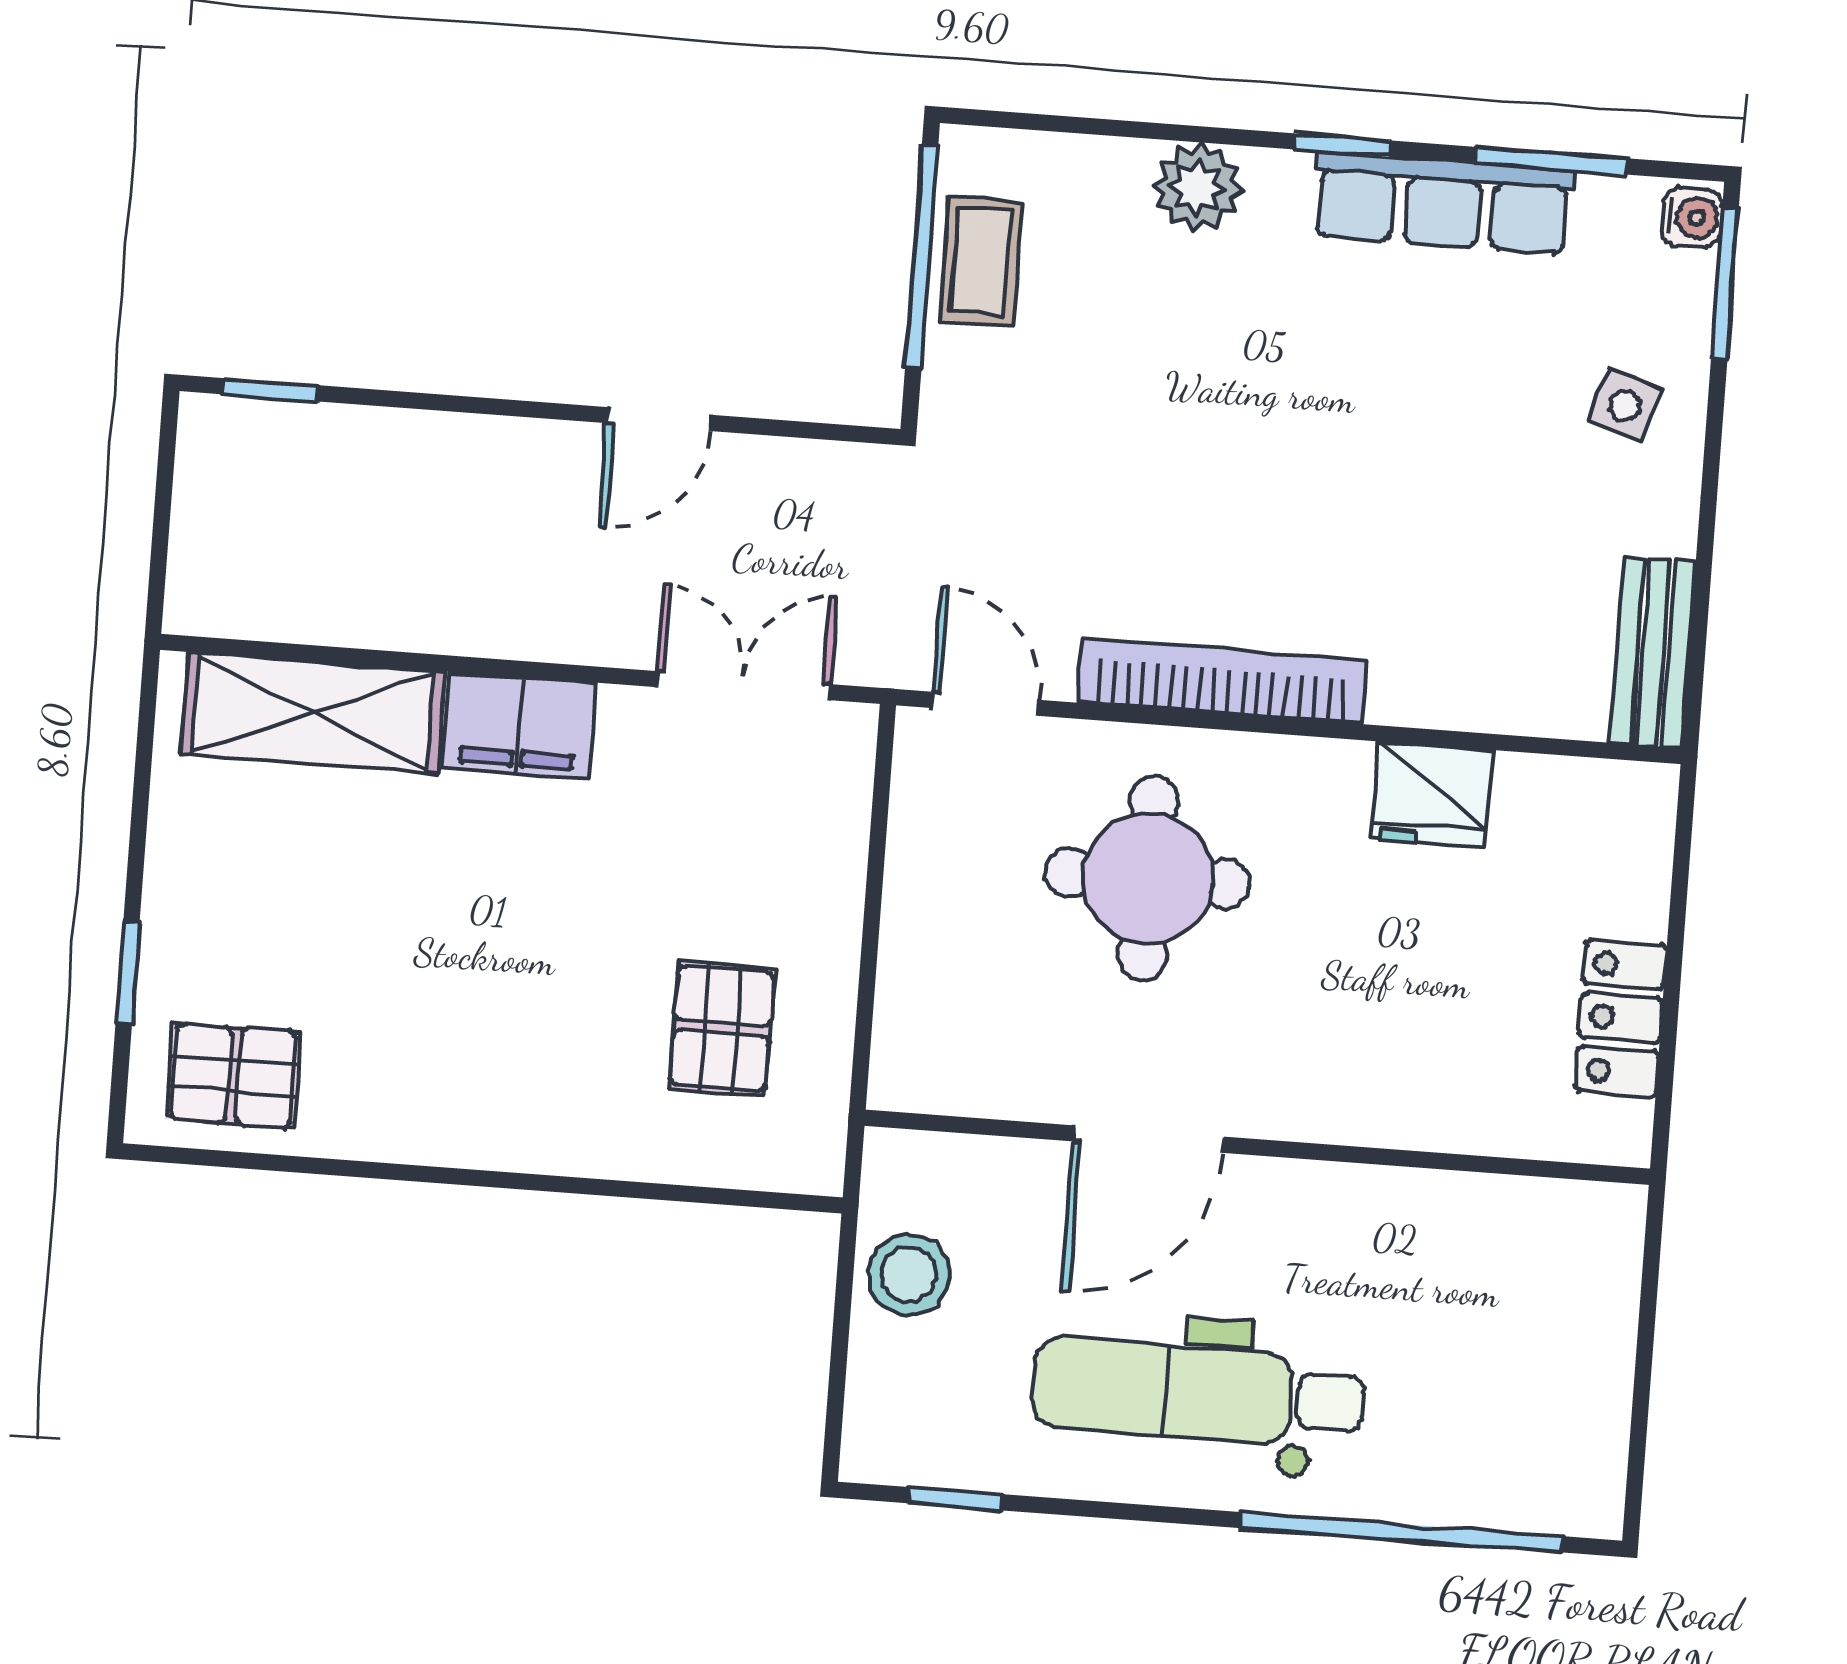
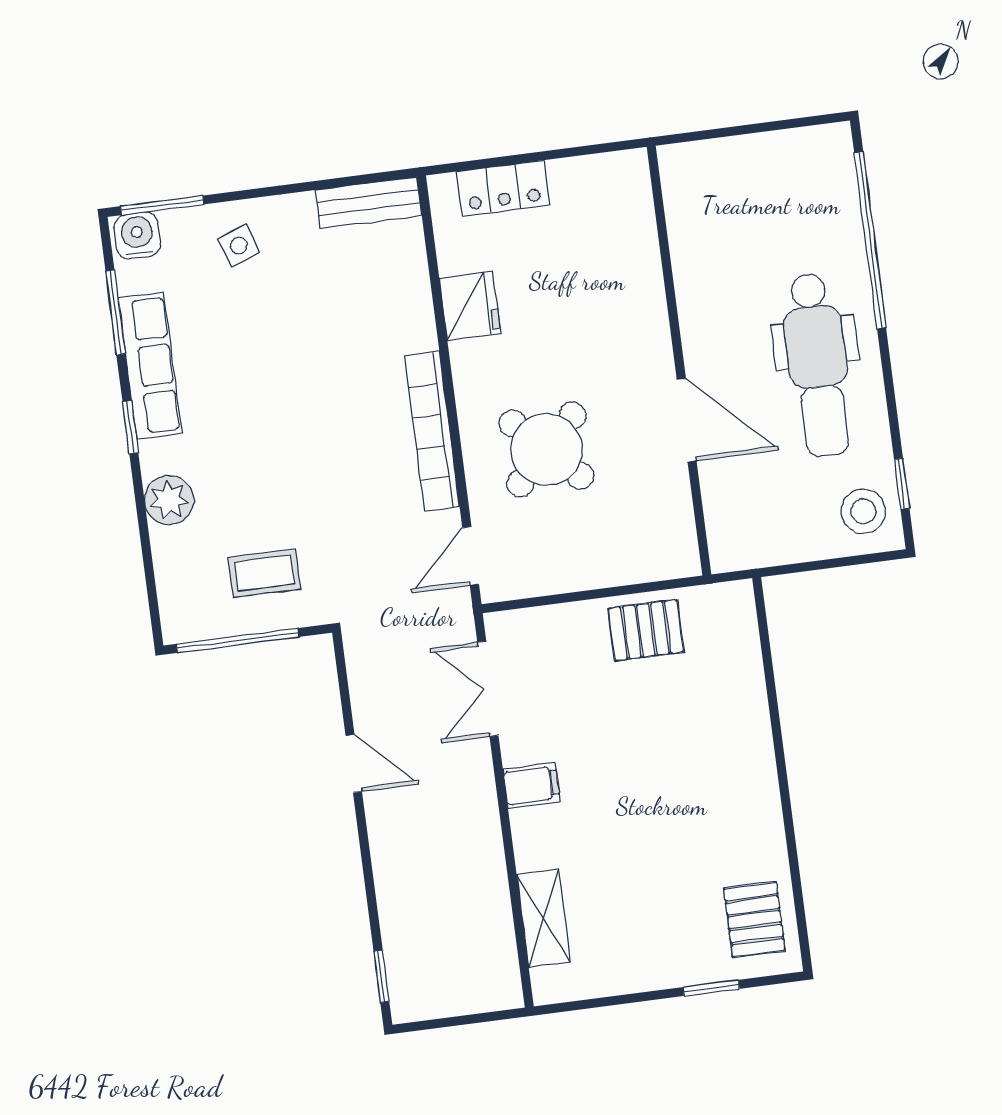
water cooler: (1692, 217) -> (137, 236), width x1.38, depth x1.38
coffee table: (981, 261) -> (264, 573), moved
side table: (1625, 405) -> (239, 246), turned -37
shelving: (313, 713) -> (544, 918), width x0.67, depth x0.75
filing cabinet: (519, 725) -> (532, 785), width x0.50
round table: (1148, 878) -> (546, 450), turned 45
locker: (1621, 1018) -> (503, 188), moved
pallet: (722, 1028) -> (646, 630), moved
stool: (909, 1275) -> (863, 511), moved

